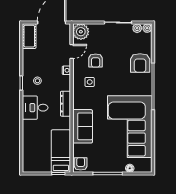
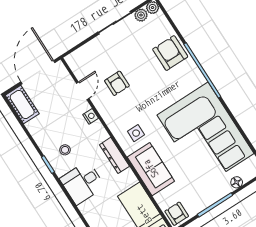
plant: (81, 32) -> (79, 61), removed
armchair: (140, 63) -> (170, 53), turned 180
side table: (90, 82) -> (136, 133), moved

